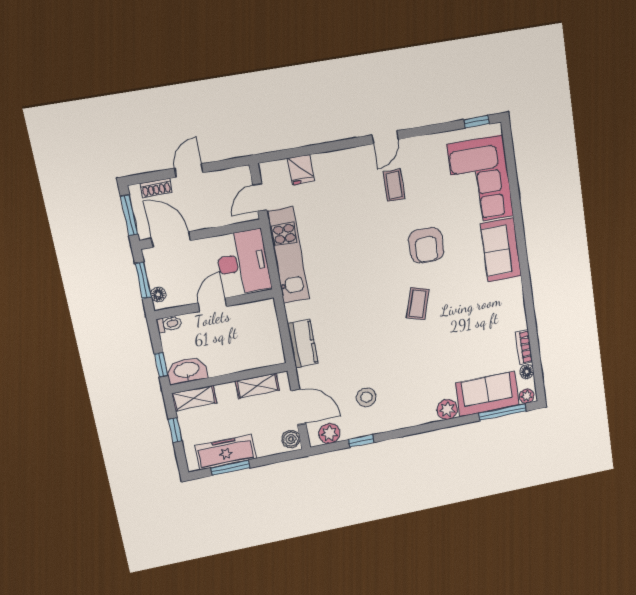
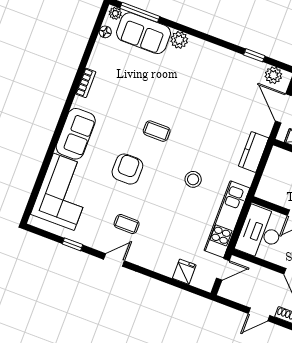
window: (477, 122) -> (72, 244), moved
coffee table: (394, 185) -> (127, 224), turned 90
coffee table: (418, 304) -> (157, 131), turned 73
bookcase: (524, 347) -> (86, 83), moved
stool: (366, 397) -> (193, 179), moved

